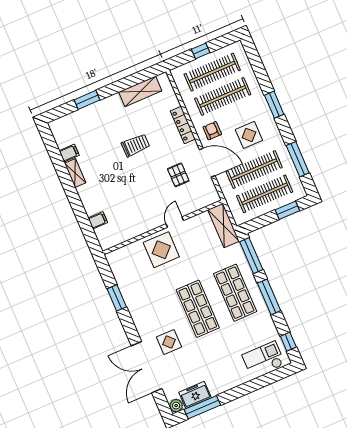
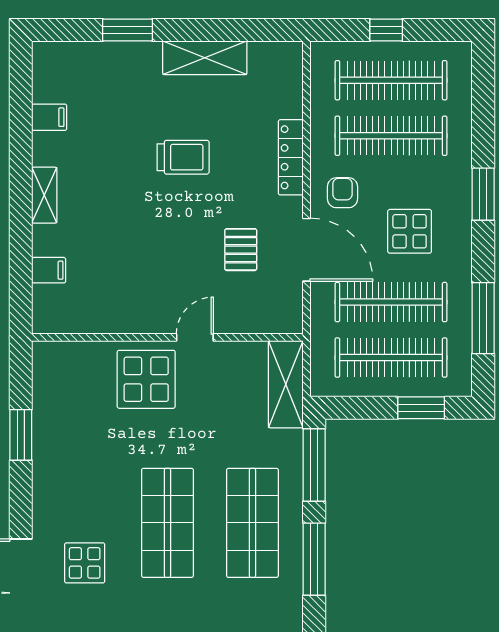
shelving: (140, 91) -> (205, 58), moved
shelving: (75, 173) -> (44, 195), moved

